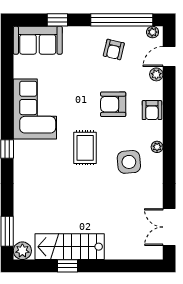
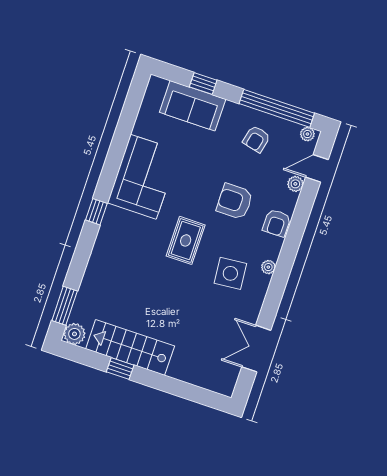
sofa: (38, 40) -> (193, 106), moved
double door: (169, 227) -> (256, 349), moved

